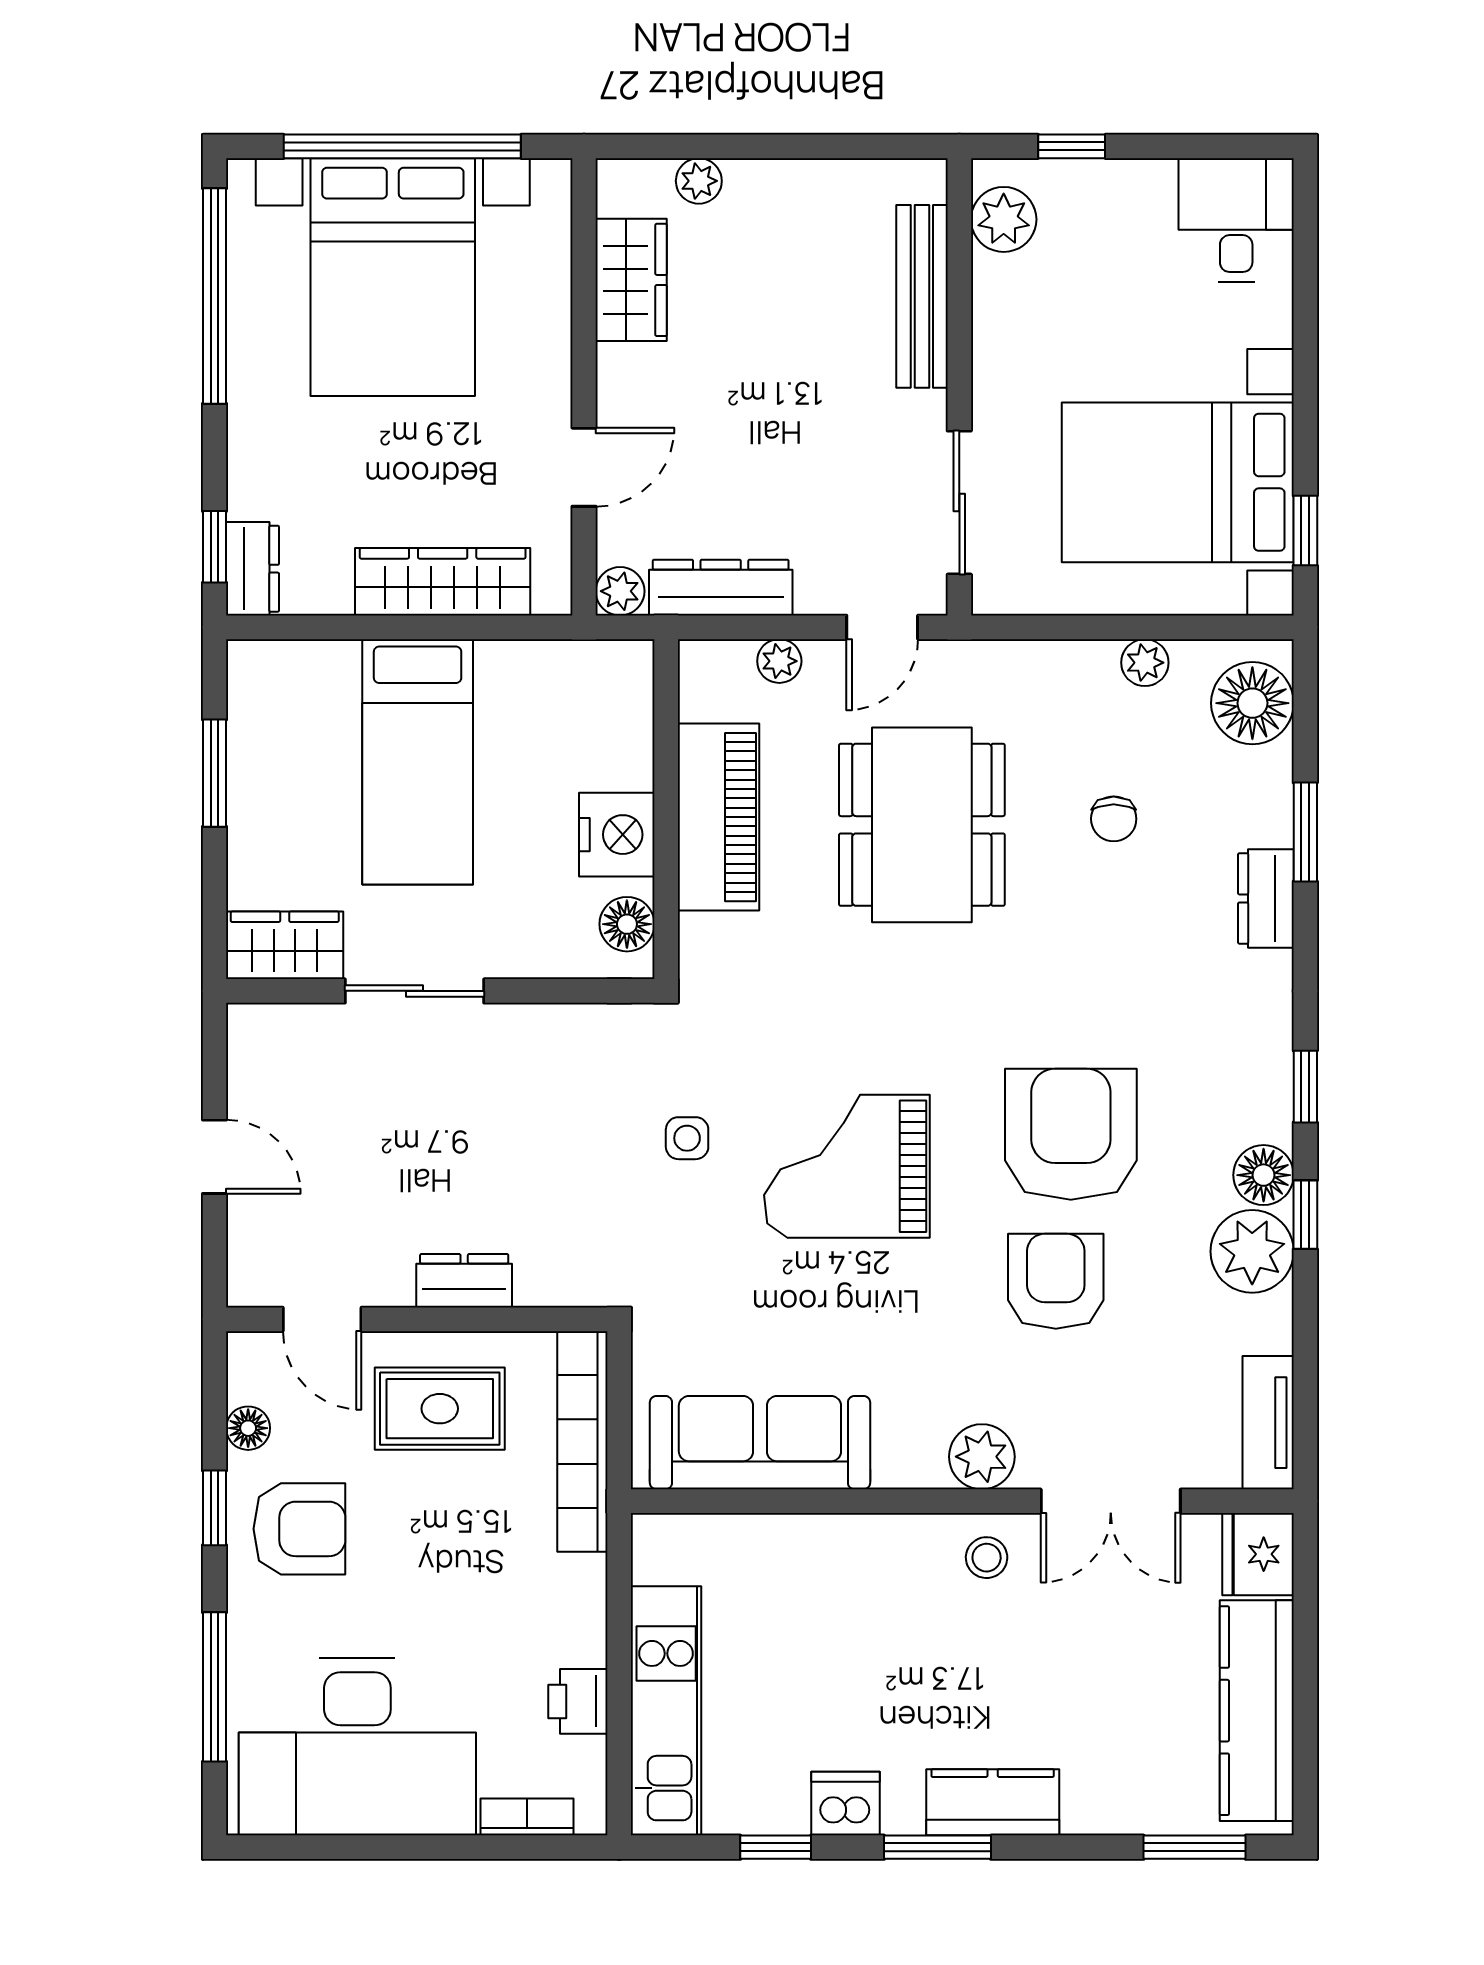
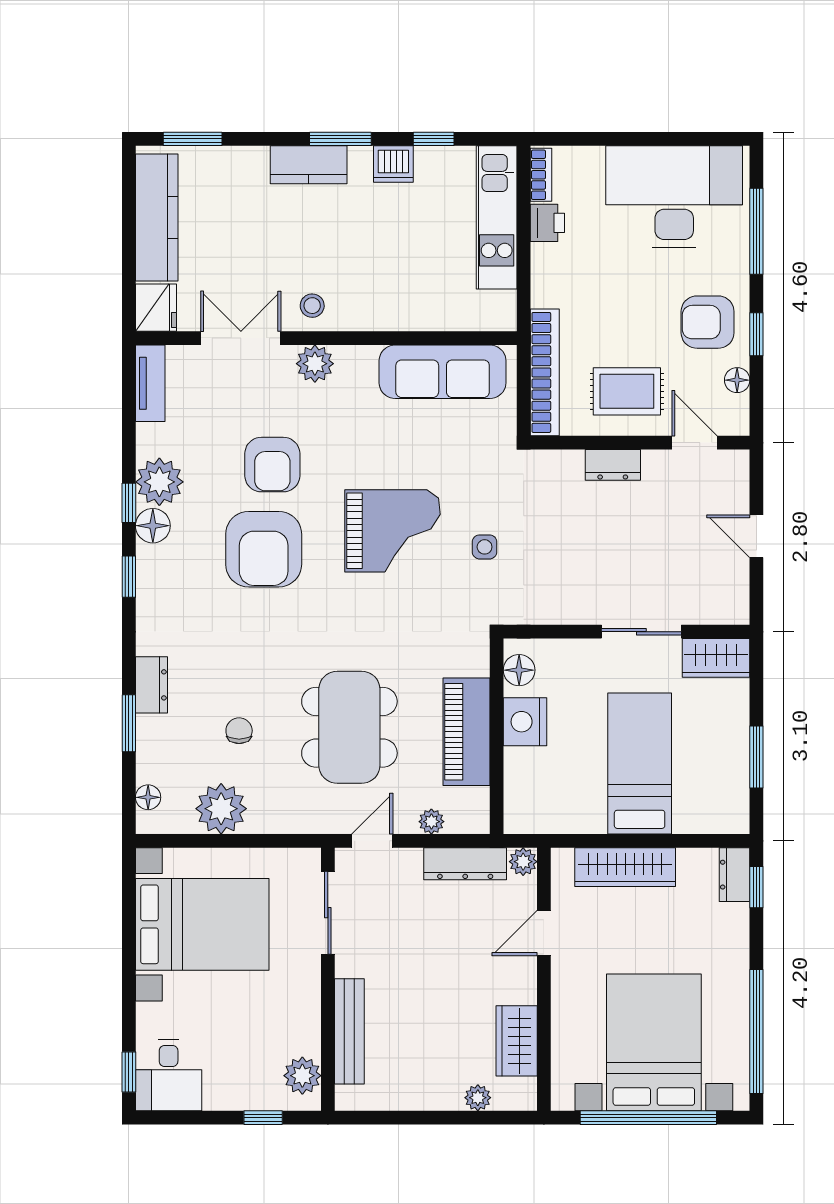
window: (1305, 531) -> (129, 1072), moved
plant: (1145, 663) -> (221, 809), width x1.88, depth x1.88
floor lamp: (1252, 703) -> (148, 797), width x0.53, depth x0.53
bookcase: (527, 1817) -> (541, 175), moved, turned -90

